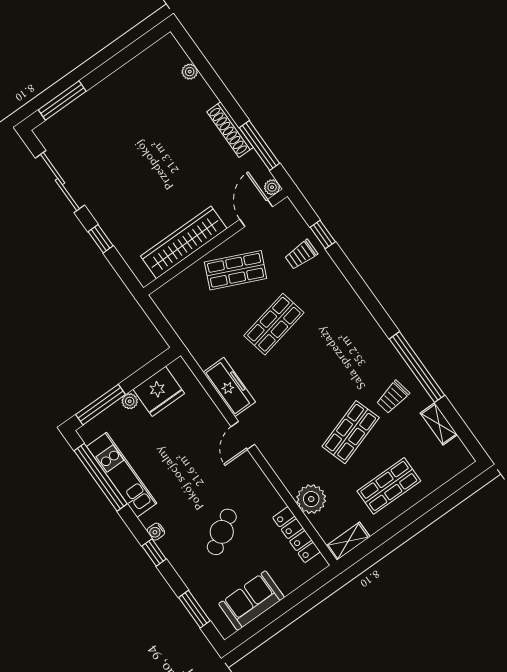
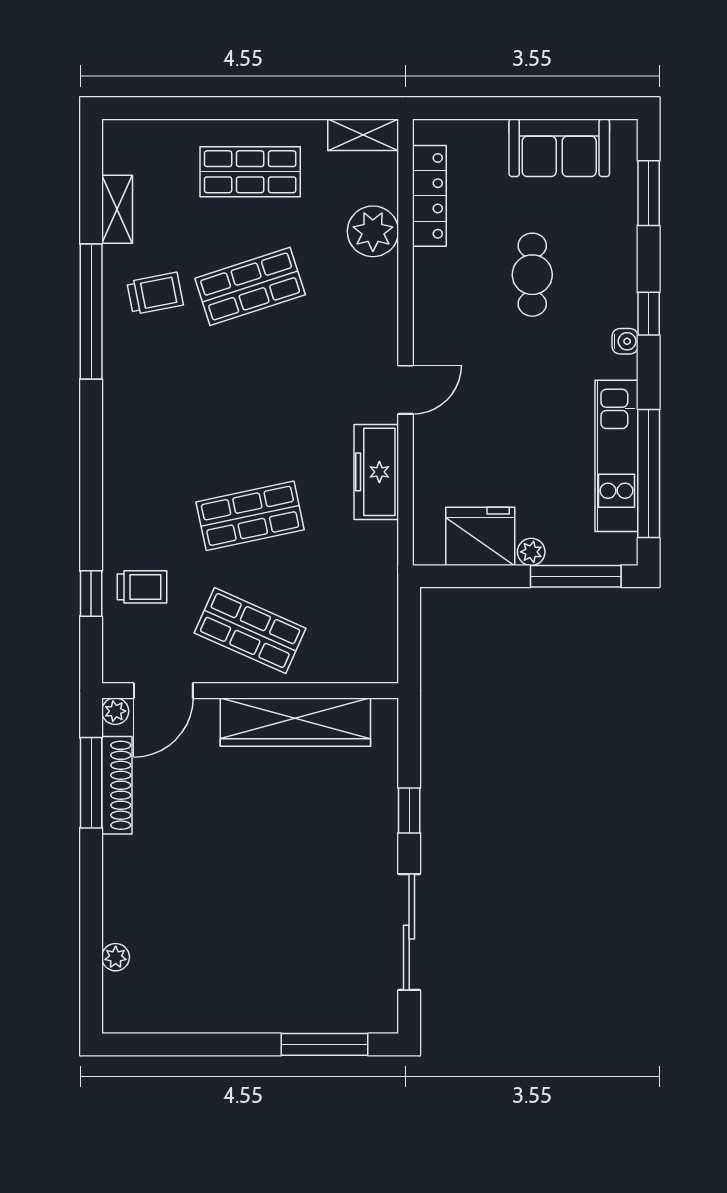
shoe rack: (230, 130) -> (117, 785), moved
cafe table: (222, 532) -> (532, 275), turned -58

